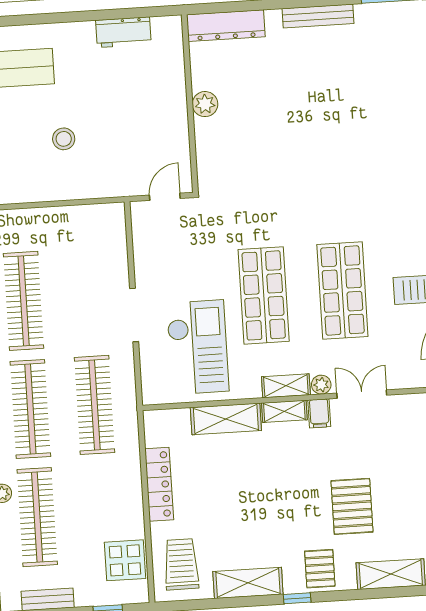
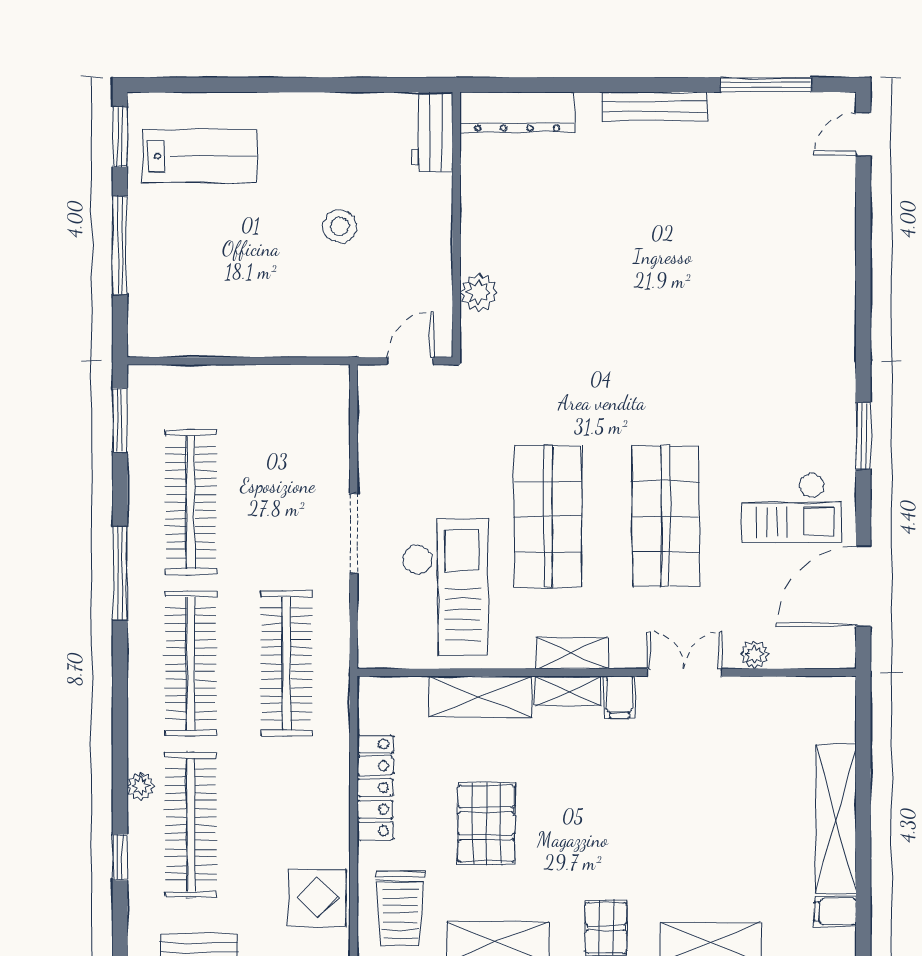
workbench: (123, 32) -> (432, 132), moved, turned 90
plant: (205, 104) -> (479, 292), moved
stool: (64, 139) -> (340, 226), moved
plant: (321, 385) -> (754, 655), moved
pallet: (352, 506) -> (486, 824), moved
trolley: (181, 564) -> (400, 908), turned 180

